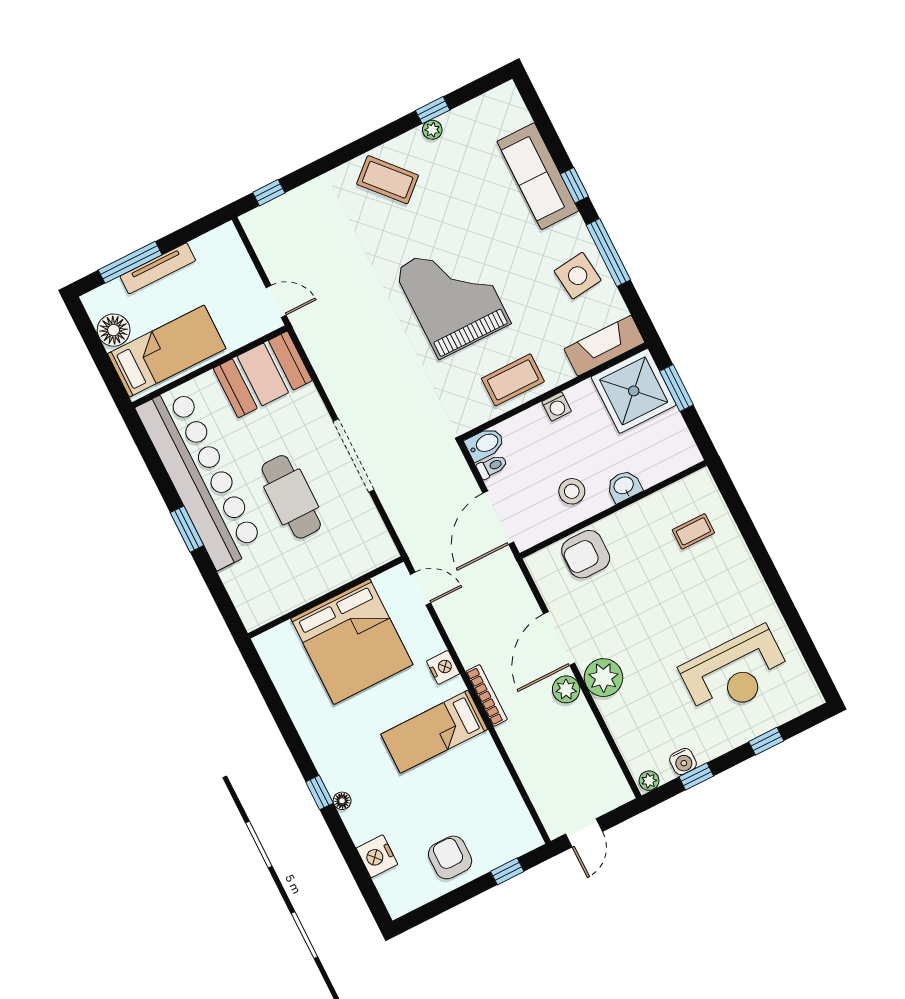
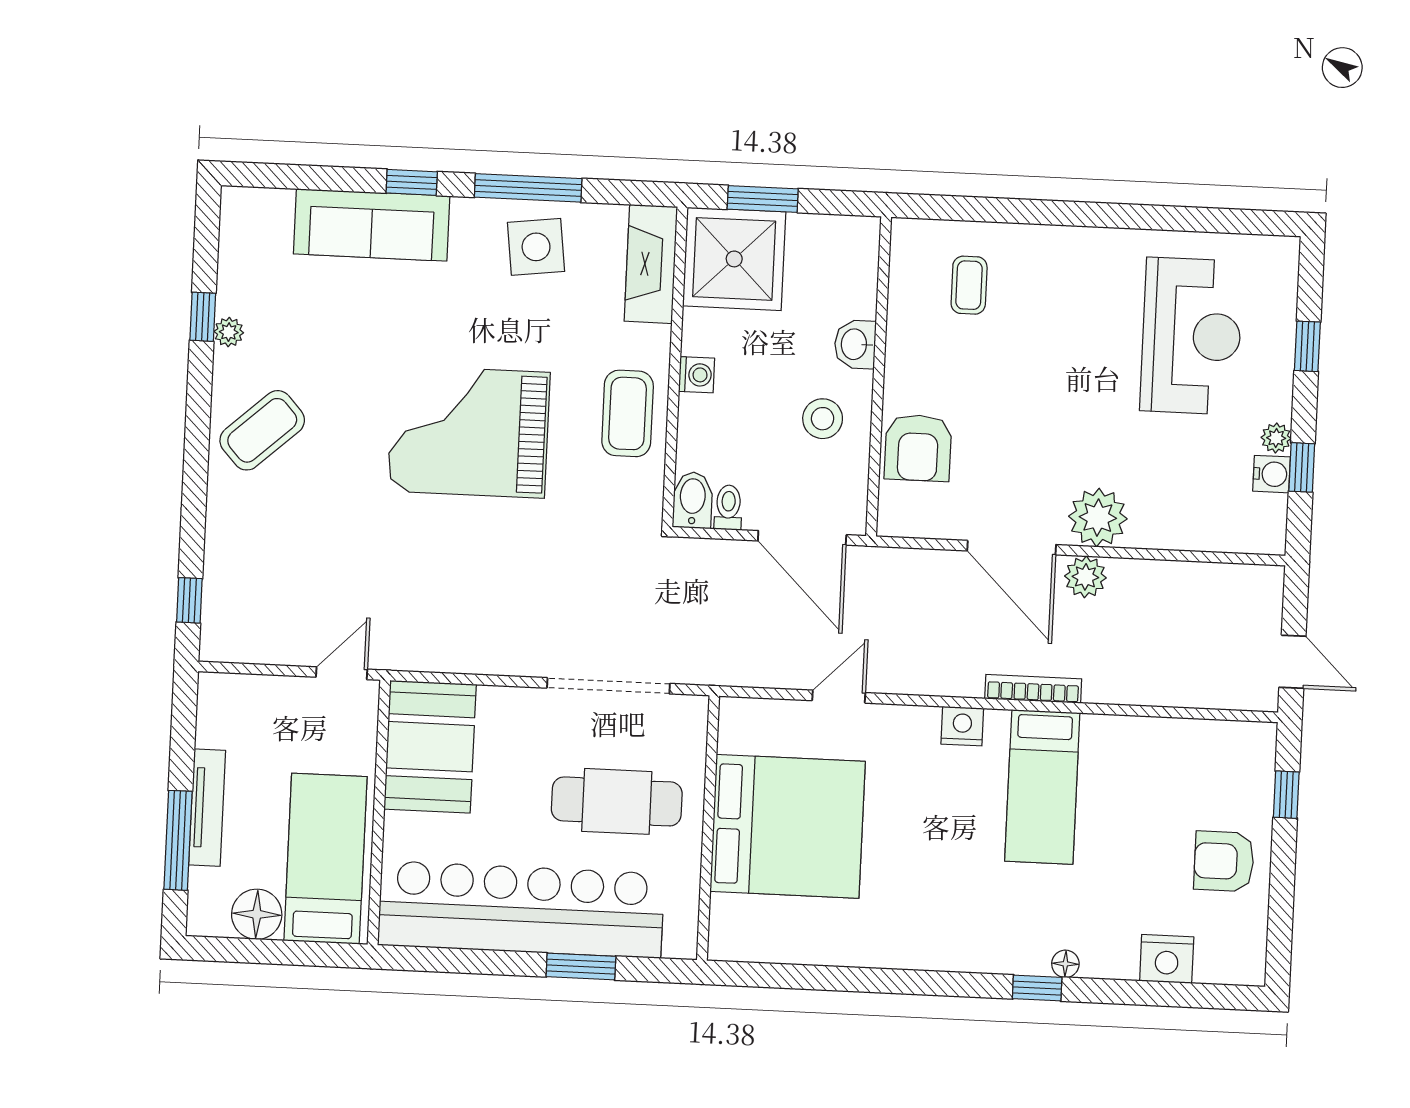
wall: (326, 597) -> (708, 828), moved
bed: (352, 642) -> (788, 826), moved
plant: (649, 781) -> (1276, 438), moved

